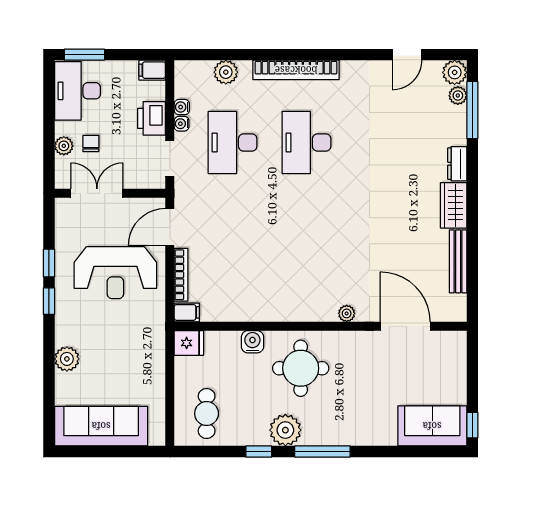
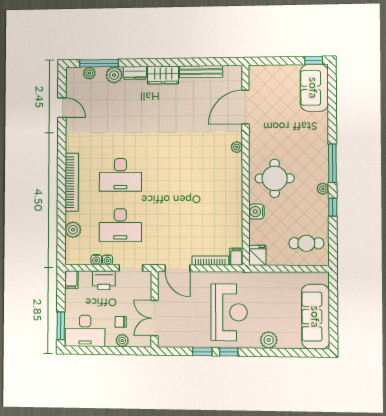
plant: (455, 72) -> (114, 75), moved
reception desk: (115, 273) -> (229, 312), moved
plant: (285, 430) -> (323, 189), width x0.53, depth x0.53

